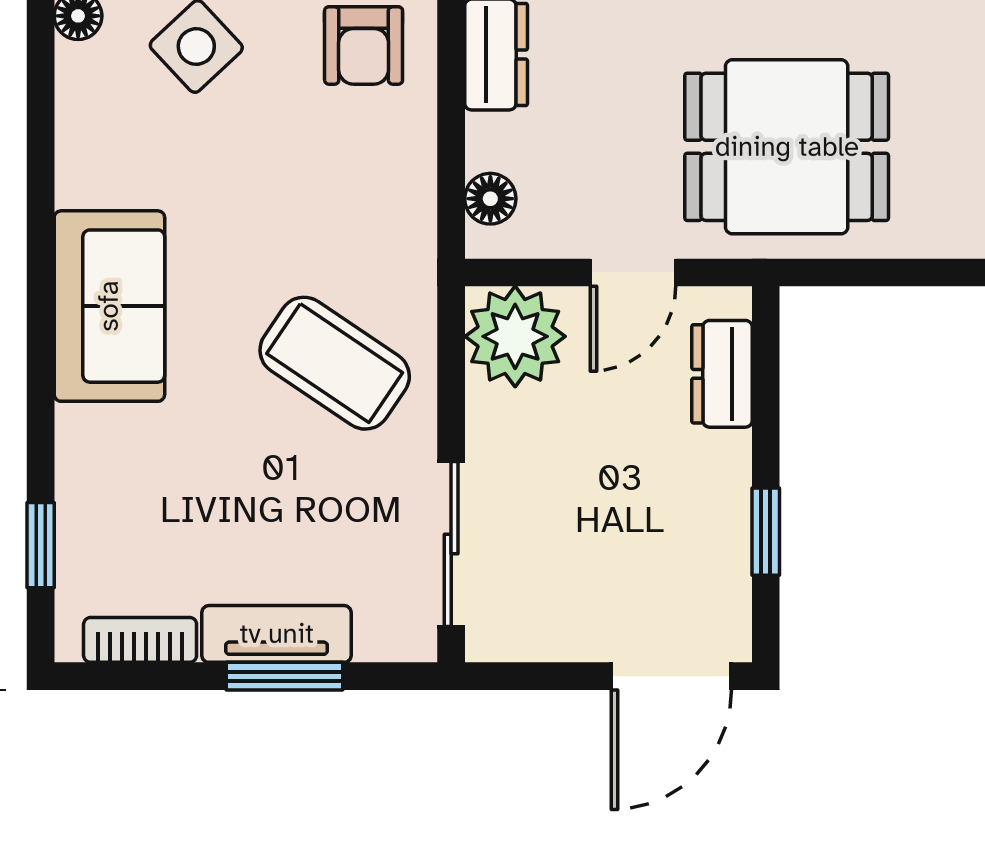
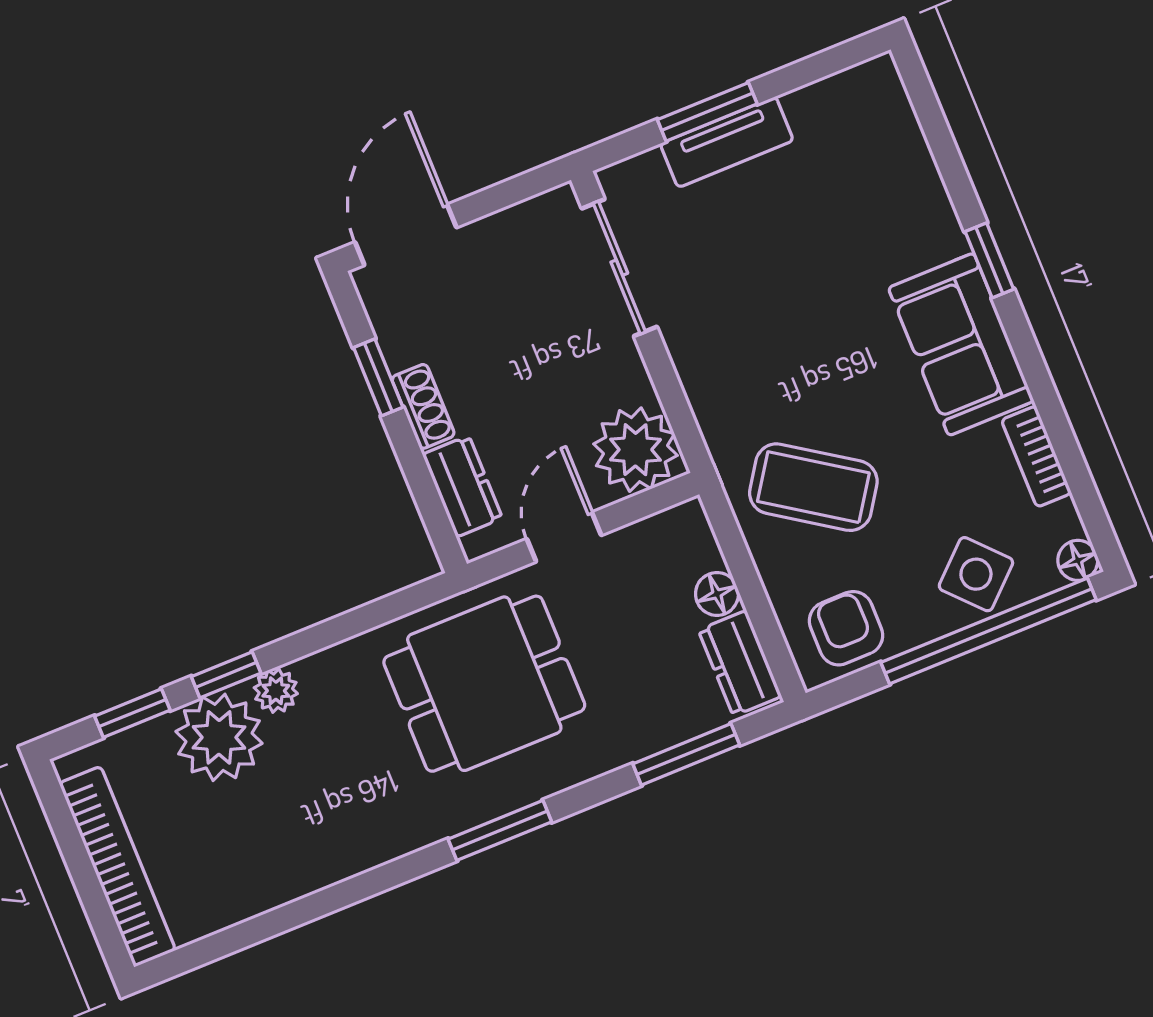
floor lamp: (490, 199) -> (717, 594), moved
coffee table: (335, 363) -> (813, 487), moved
shoe rack: (729, 479) -> (423, 406), added
window: (41, 545) -> (989, 260), moved
bookcase: (140, 640) -> (1036, 456), moved, turned 90

